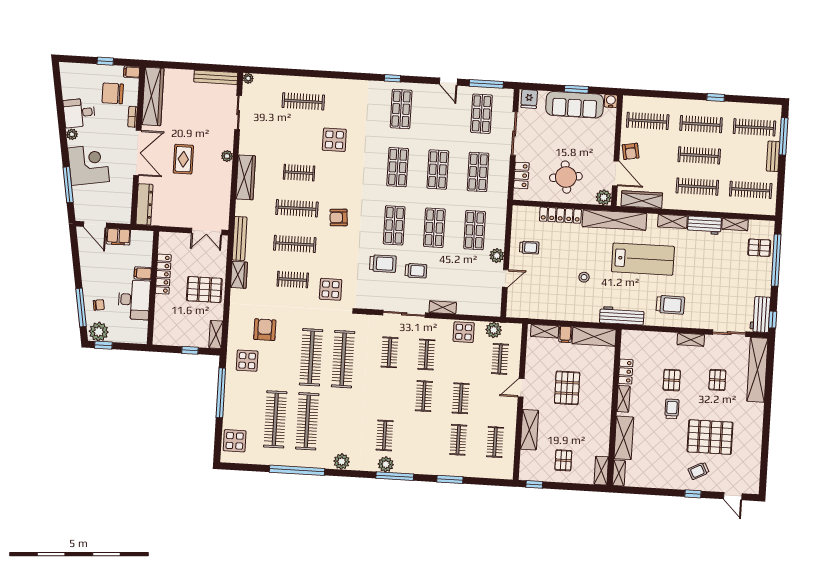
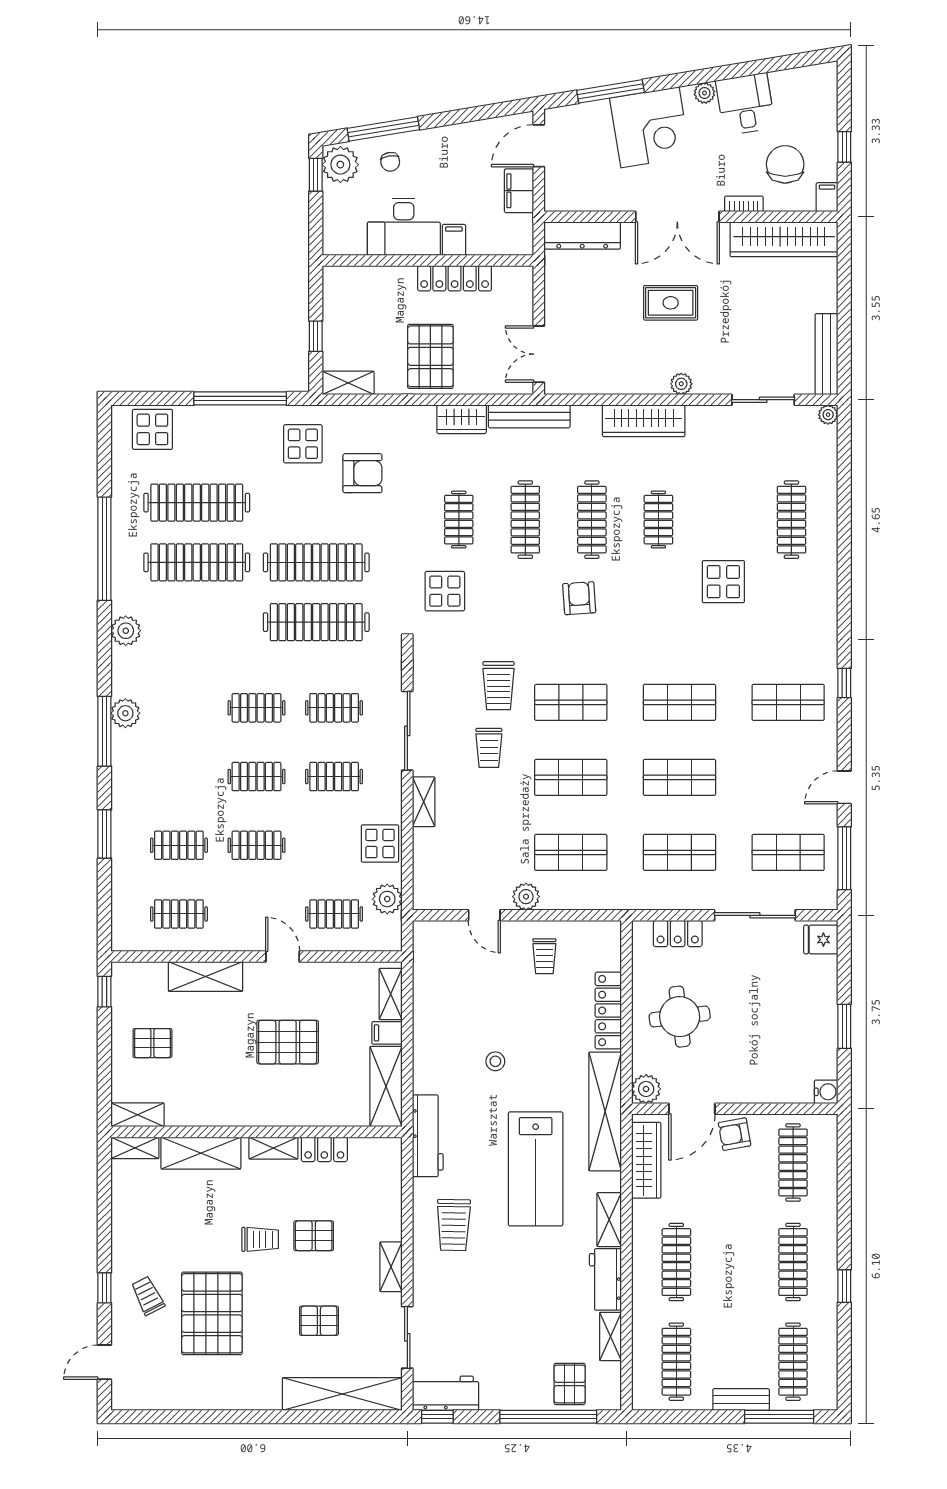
sofa: (575, 105) -> (815, 1025), removed
clothes rail: (699, 155) -> (735, 1262), removed
clothes rail: (385, 435) -> (256, 708), moved

